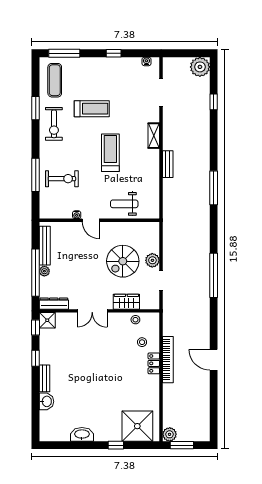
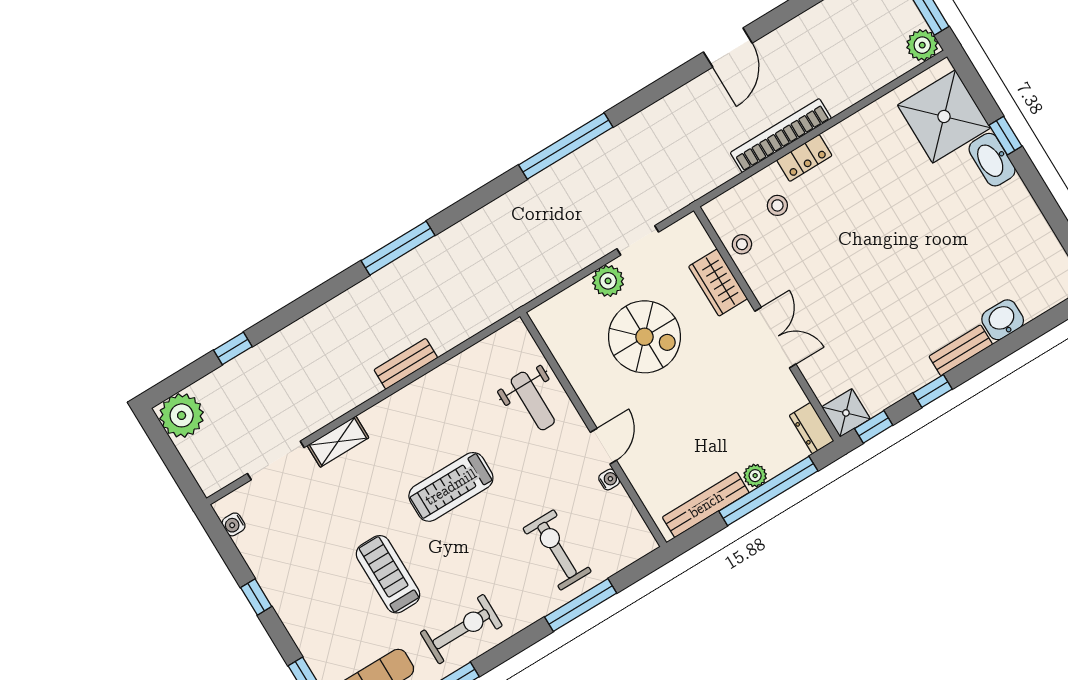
shelving: (154, 136) -> (338, 442), moved
dresser: (54, 304) -> (812, 428), width x0.70
washbasin: (82, 434) -> (992, 160), moved

